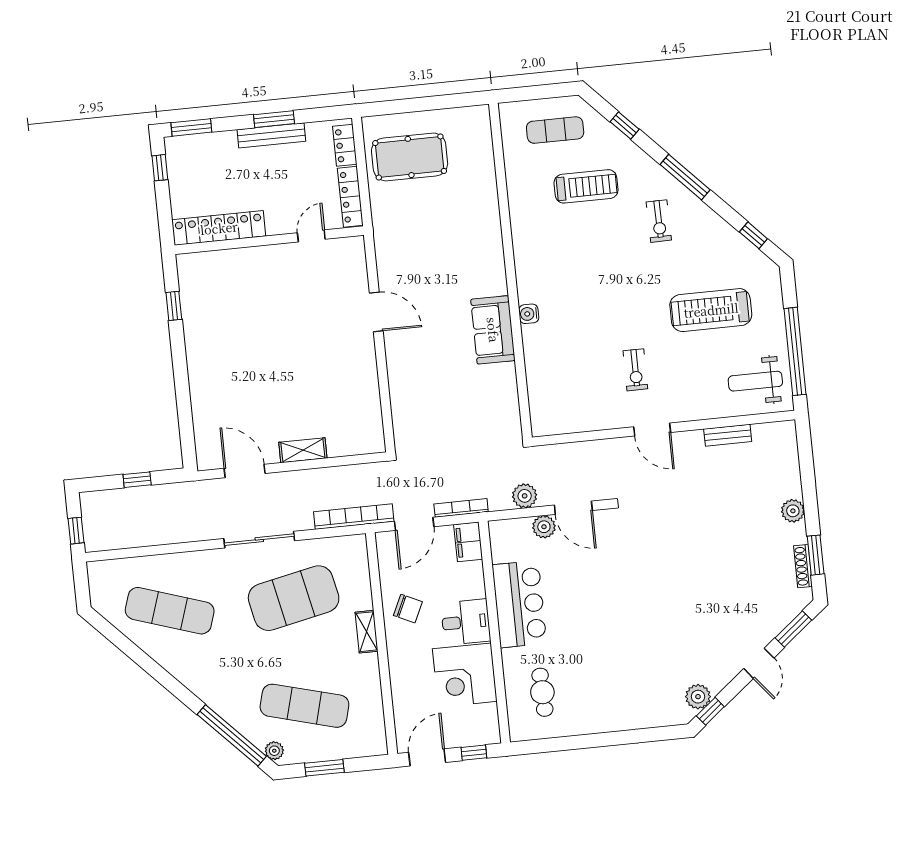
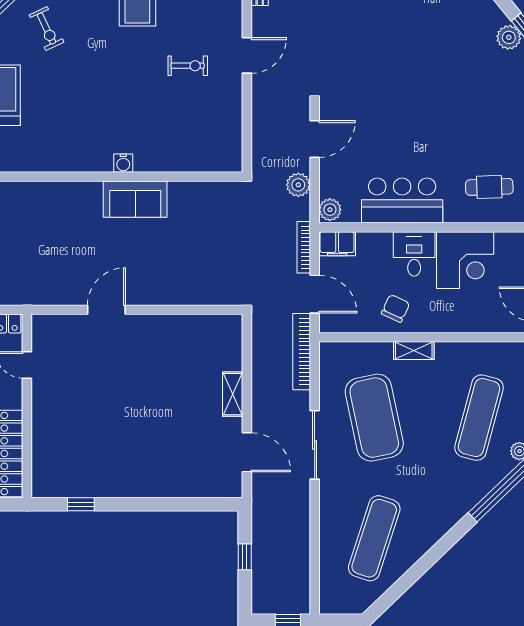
exercise bike: (659, 221) -> (47, 29), turned 66
door: (245, 471) -> (247, 452), swing flipped
plant: (544, 527) -> (330, 210), moved

